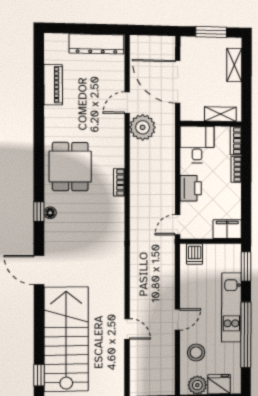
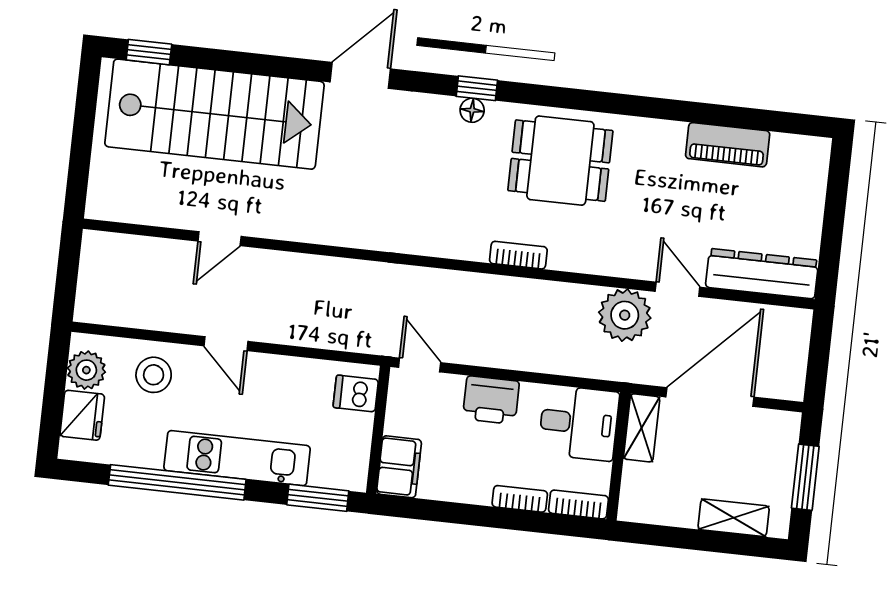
dresser: (96, 44) -> (762, 274), moved, turned 90
shelving: (220, 114) -> (642, 428), moved

